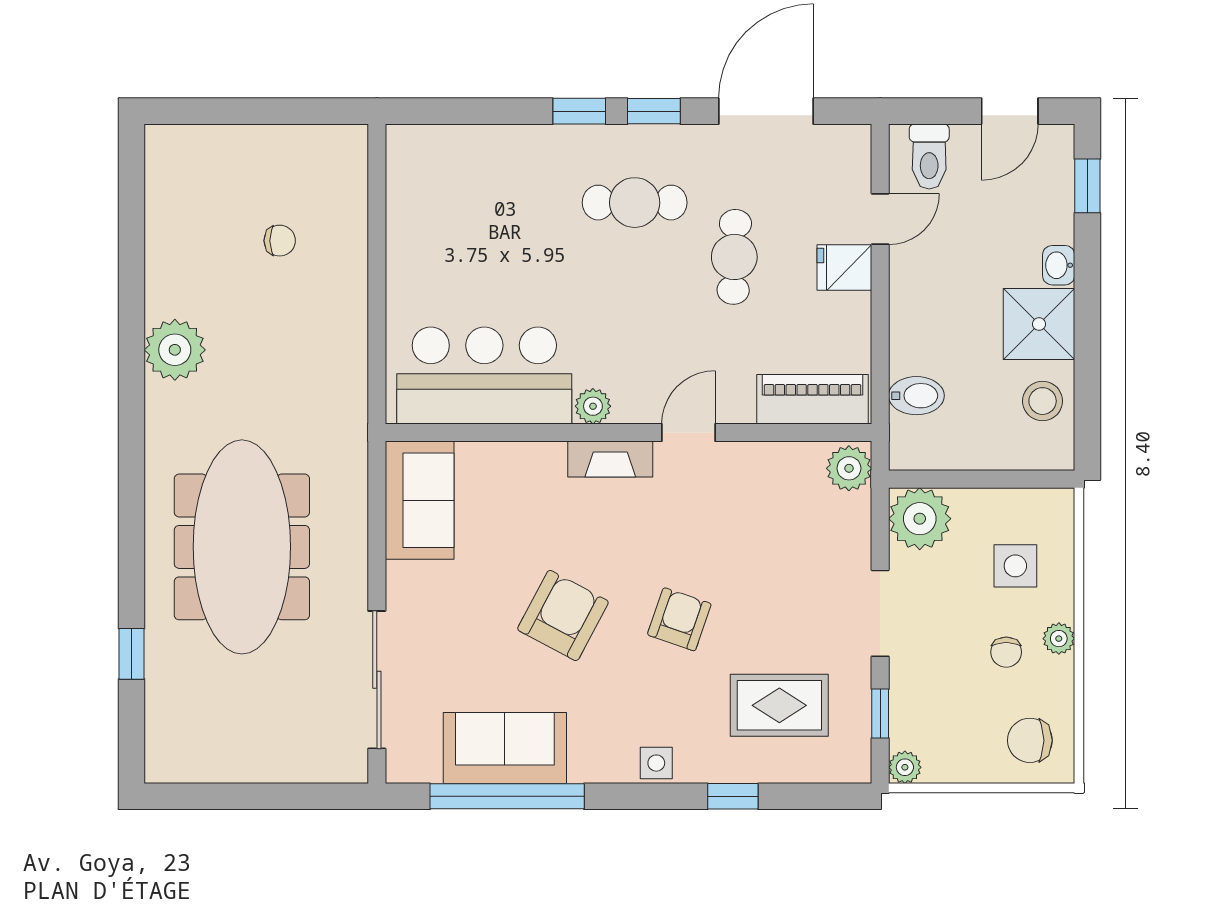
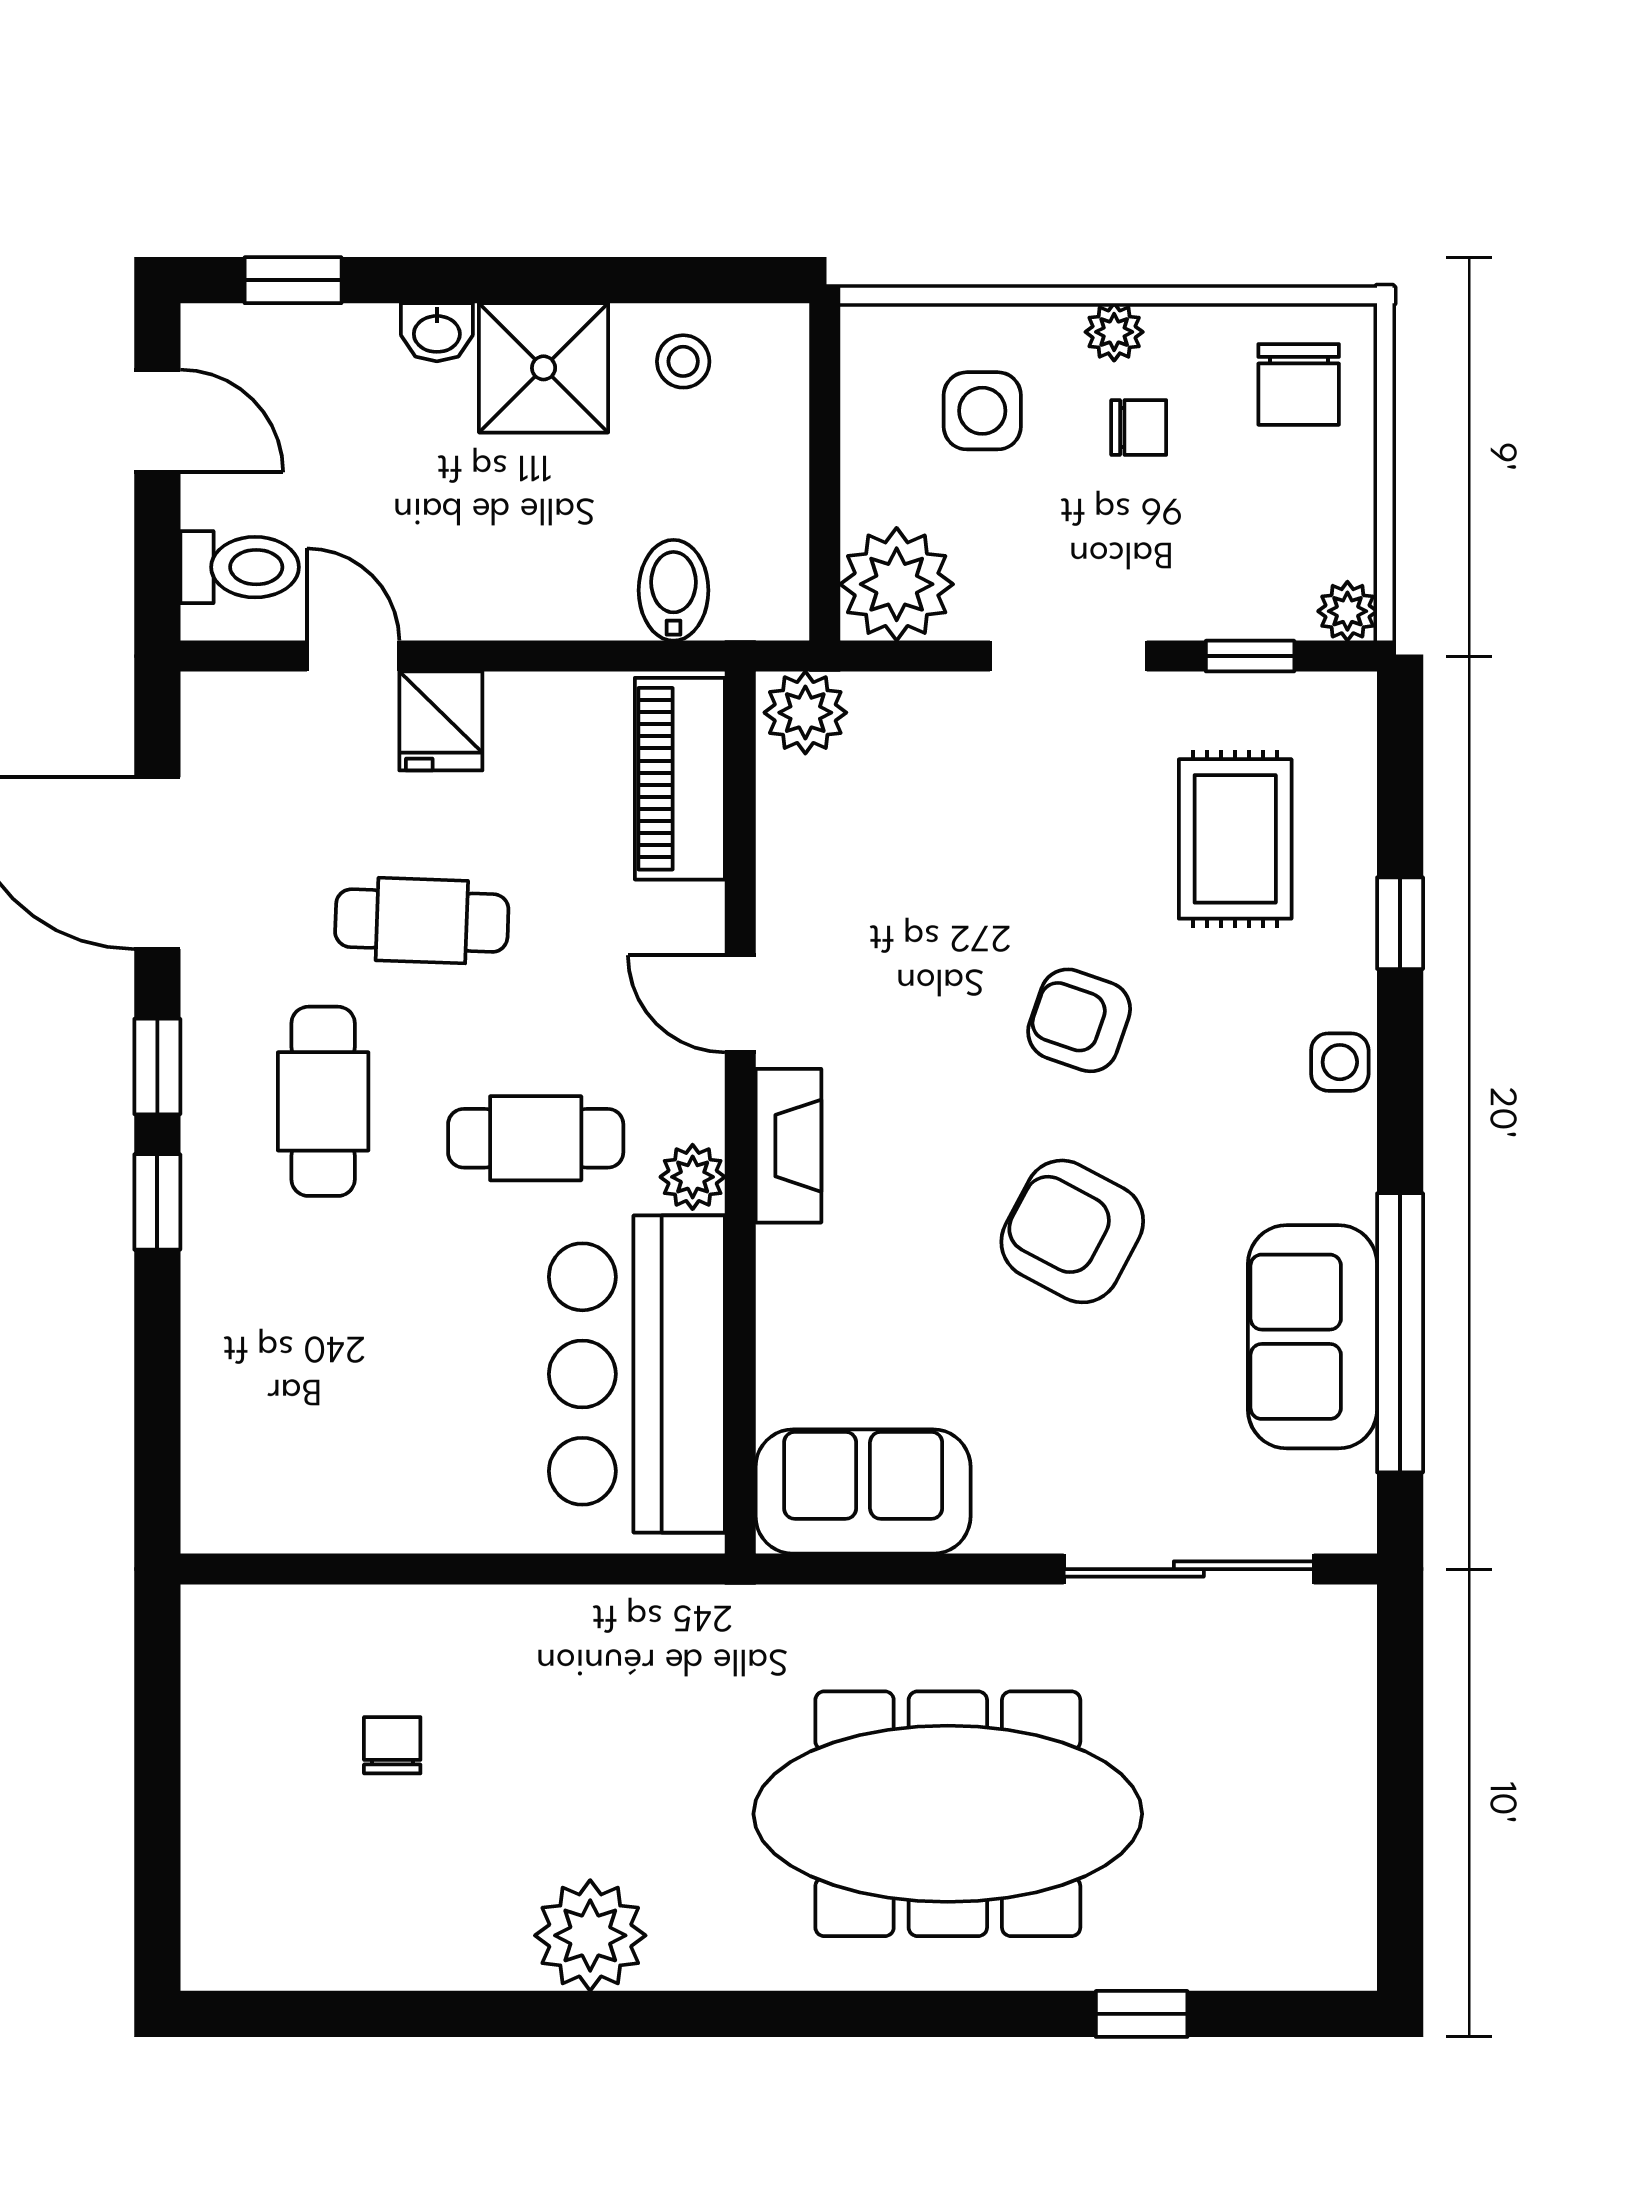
cafe table: (614, 320) -> (536, 1138), added
stool: (1043, 401) -> (683, 361), width x0.73, depth x0.73

